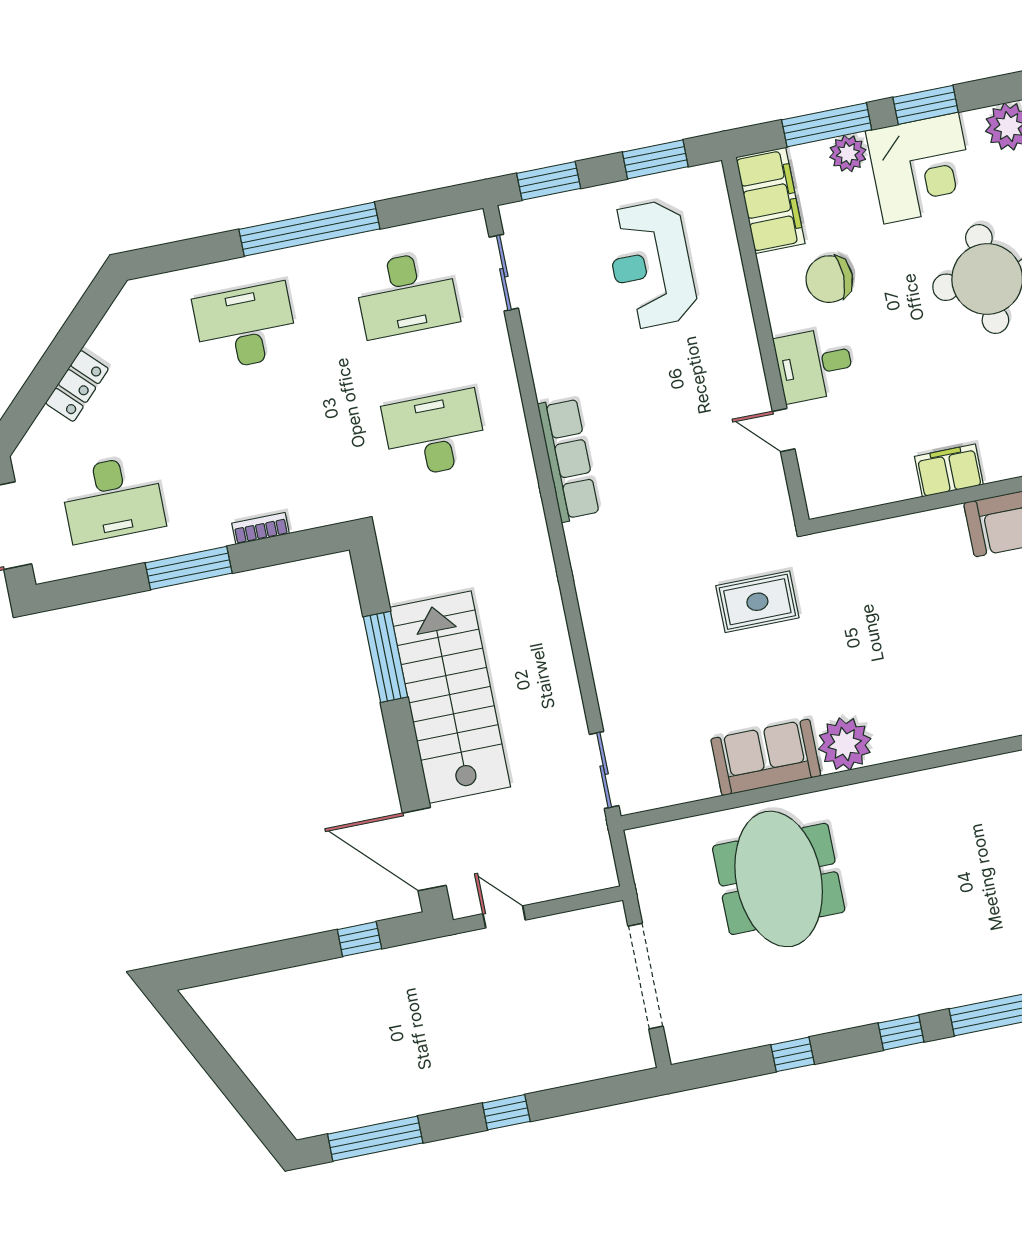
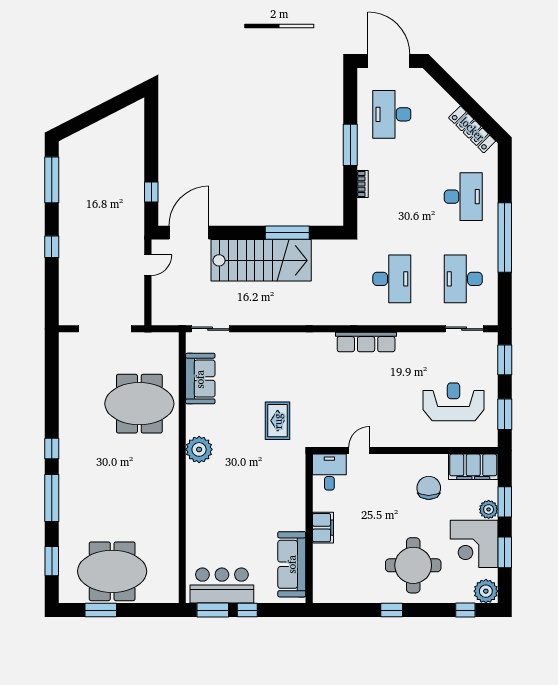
window: (827, 125) -> (505, 502), width x0.69
desk: (814, 365) -> (329, 472), moved
locker: (77, 386) -> (472, 129), moved, width x1.53
sofa: (766, 757) -> (200, 379), moved
window: (793, 1054) -> (52, 393), removed

